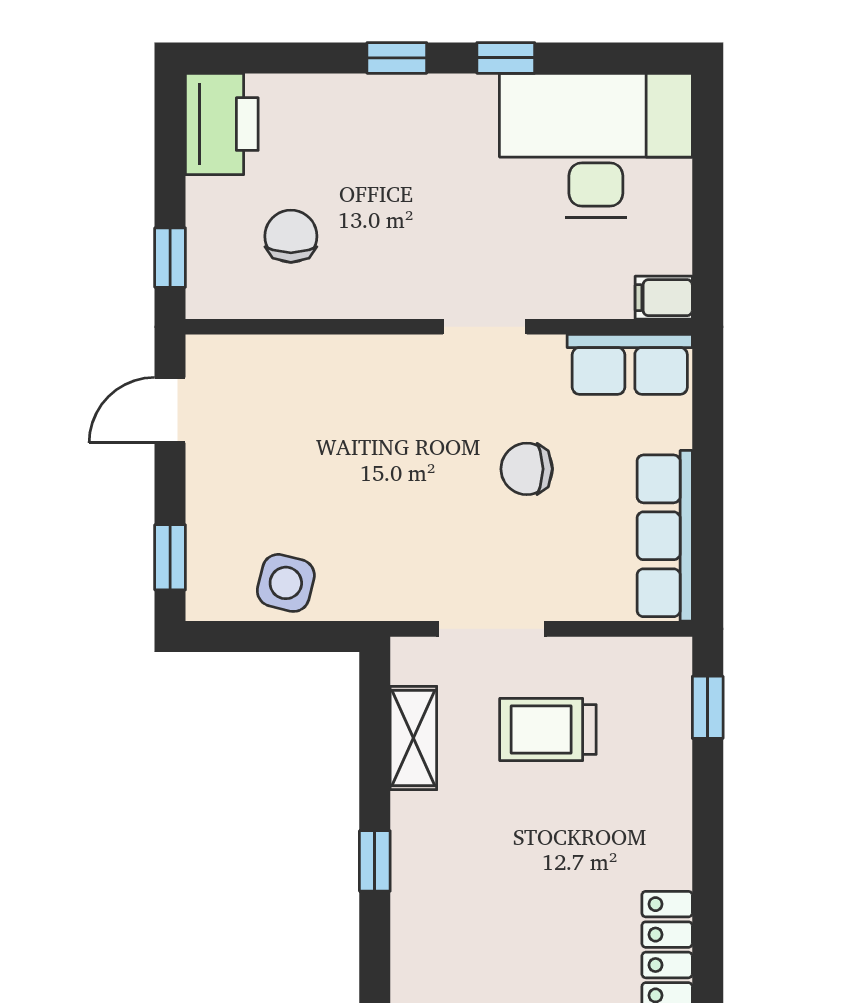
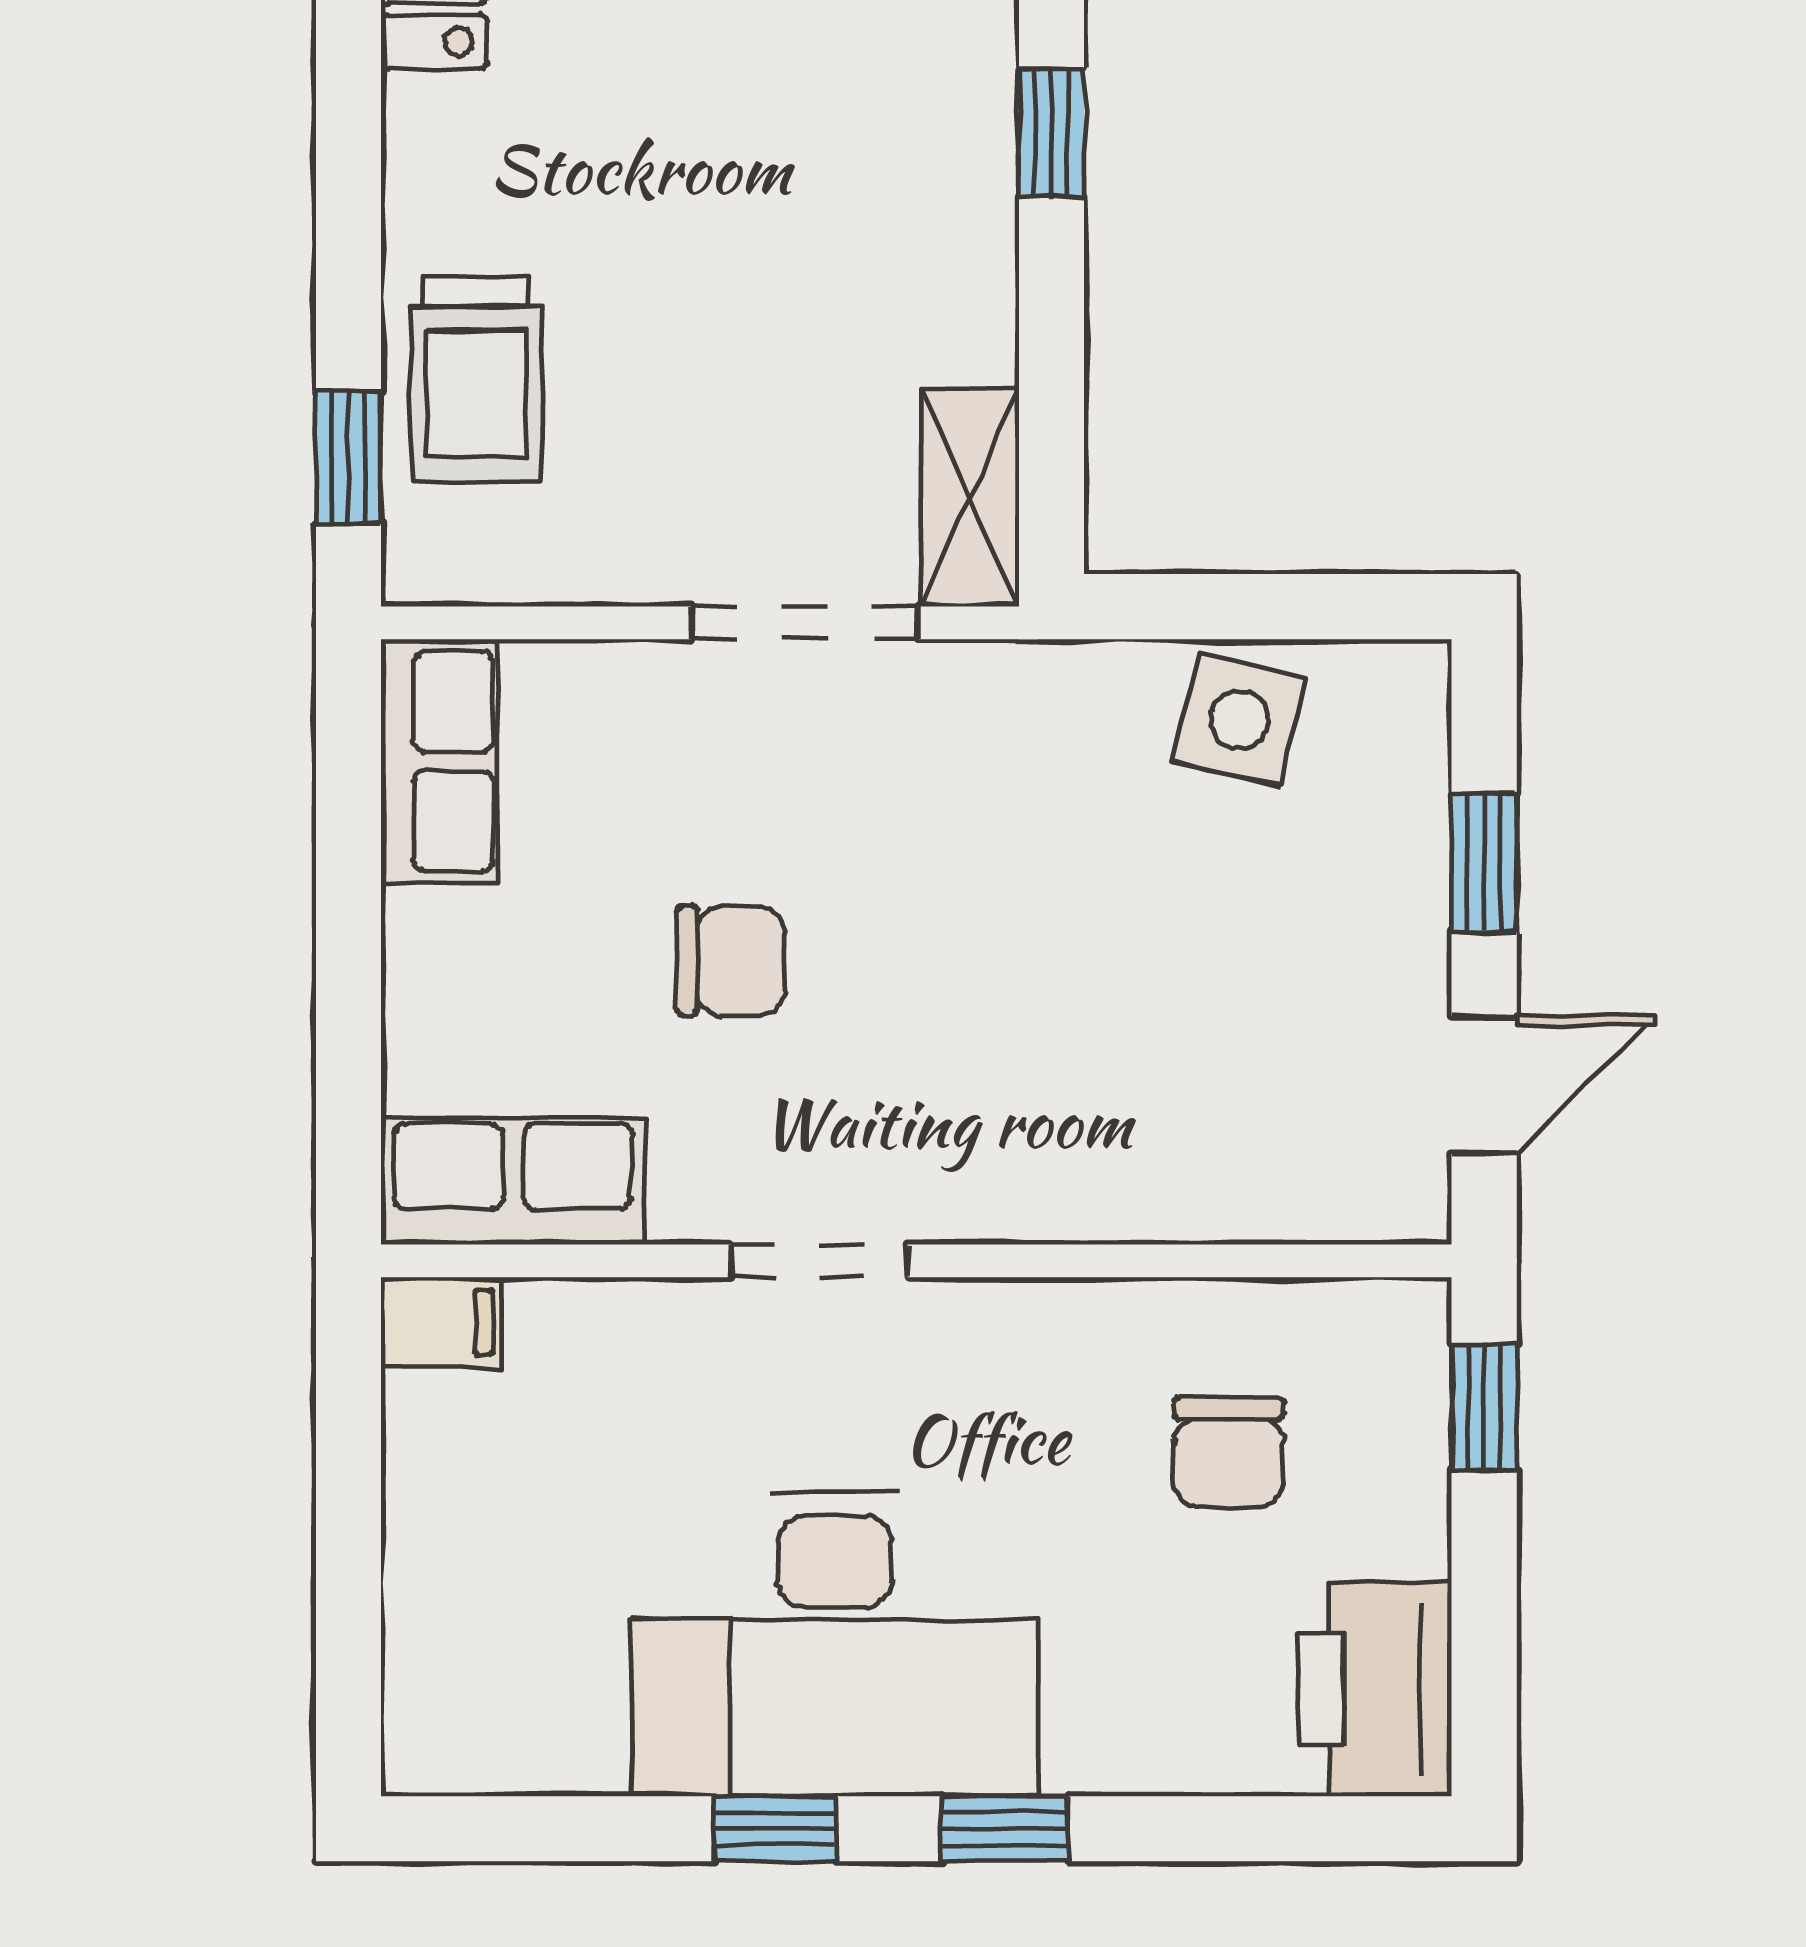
desk: (596, 146) -> (835, 1644), moved
row of seats: (665, 536) -> (439, 761), width x0.68
window: (170, 557) -> (1484, 863), moved
trolley: (548, 730) -> (476, 379), moved, turned 90
shelving: (413, 738) -> (970, 497), moved

